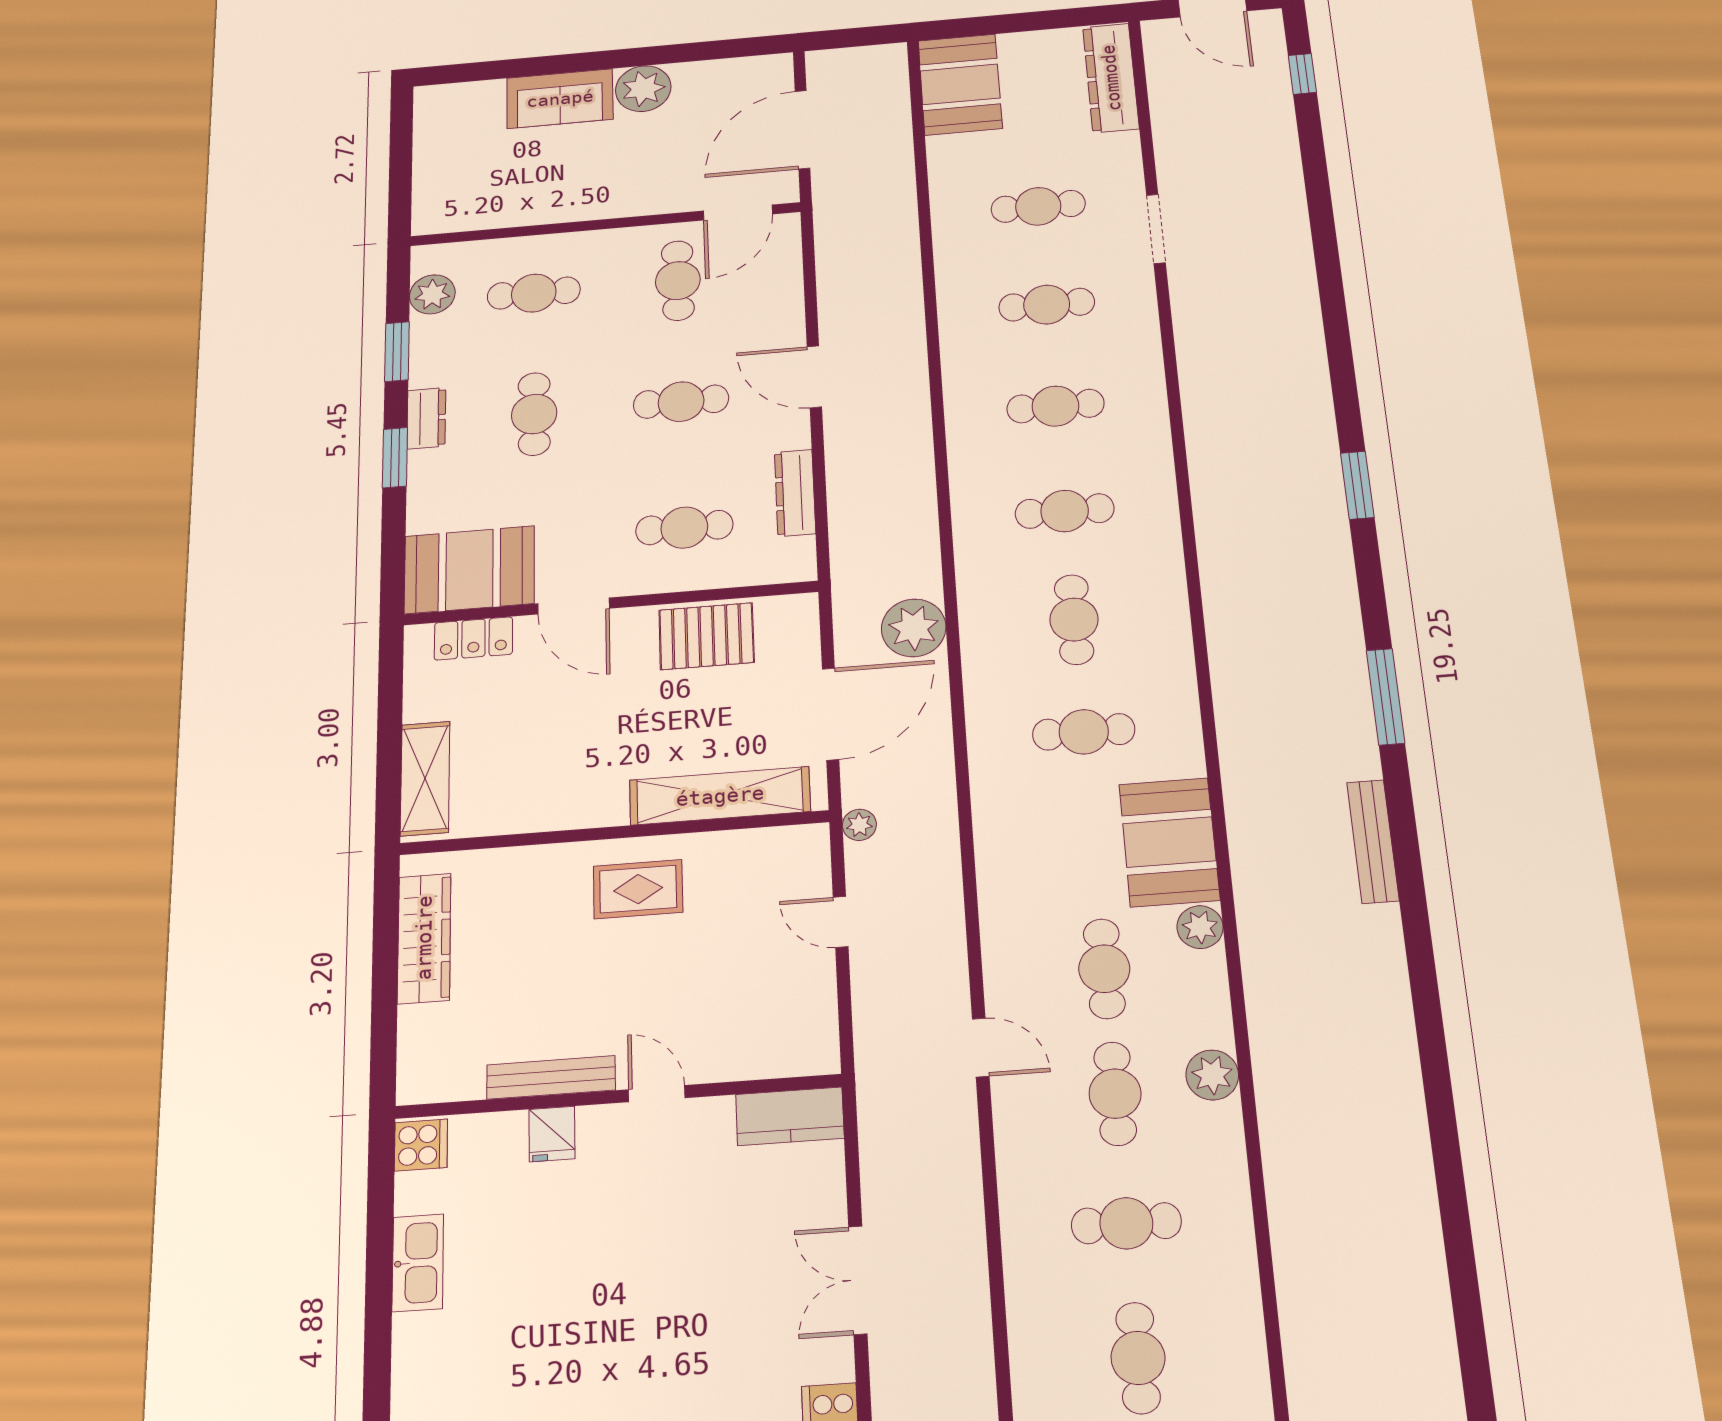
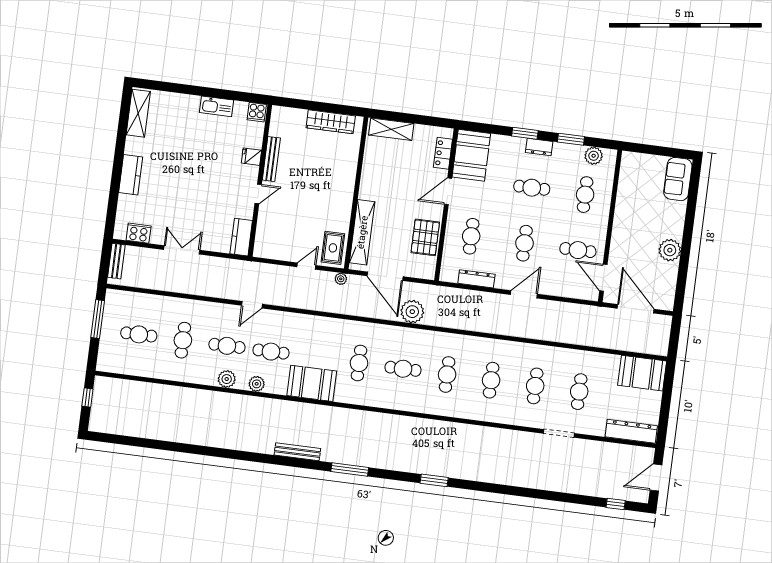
sofa: (560, 99) -> (678, 179), moved
rug: (638, 889) -> (333, 248), moved
plant: (1200, 927) -> (257, 384), moved

